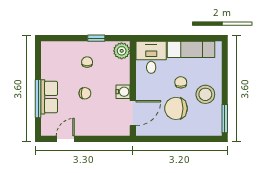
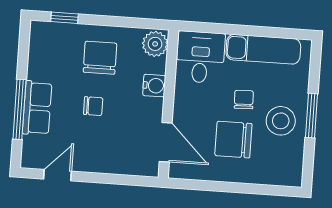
window: (96, 38) -> (65, 18), moved
chair: (87, 62) -> (100, 58), width x1.87, depth x1.87
water cooler: (123, 92) -> (154, 86), moved
door: (133, 113) -> (166, 142), hinge flipped
window: (225, 119) -> (312, 116), moved

